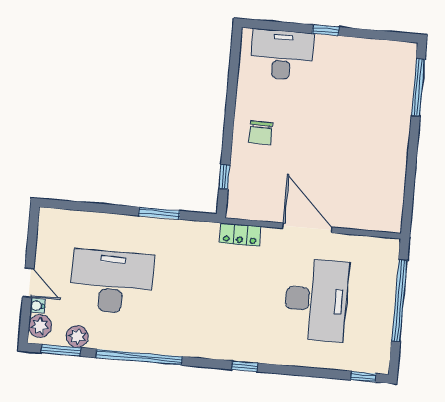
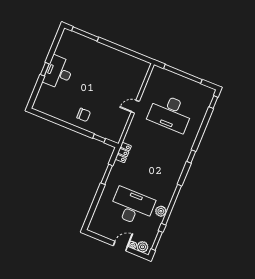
desk: (282, 55) -> (59, 72), moved
door: (307, 228) -> (135, 107), width x0.53
locker: (240, 235) -> (123, 152), moved
desk: (112, 282) -> (132, 207), turned 90
desk: (316, 300) -> (170, 113), turned 180
plant: (77, 336) -> (161, 211), moved

